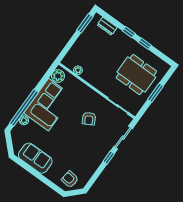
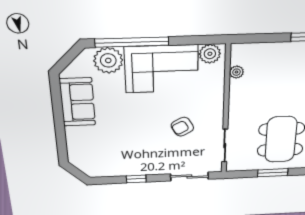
plant: (24, 120) -> (108, 60), width x1.87, depth x1.87
window: (109, 158) -> (136, 179), moved
armchair: (70, 179) -> (88, 157), removed

